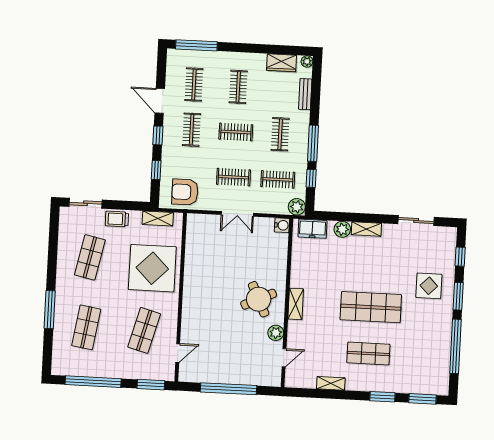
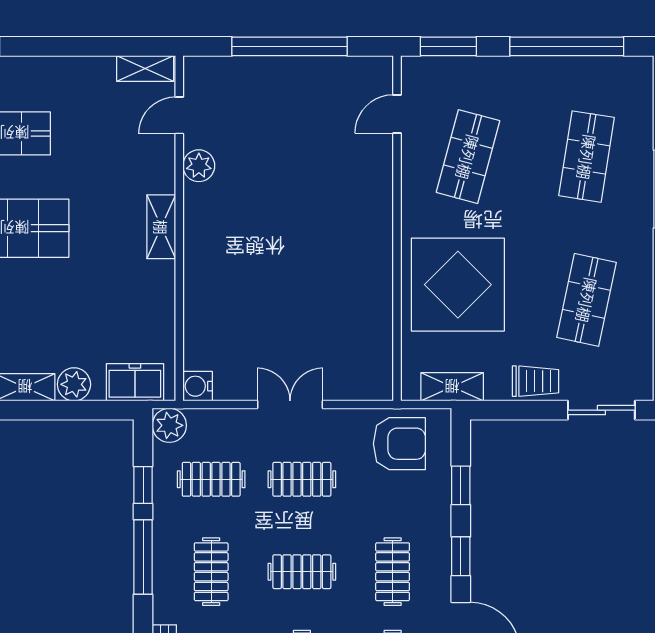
round table: (259, 299) -> (237, 233), removed
shelving: (331, 383) -> (145, 68), moved

